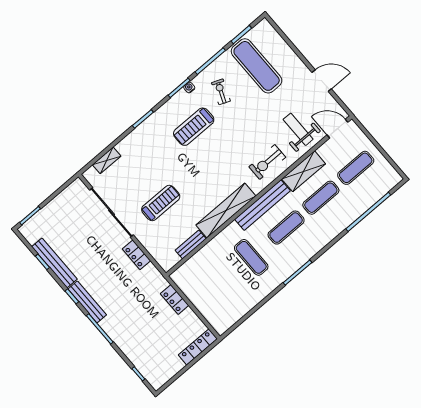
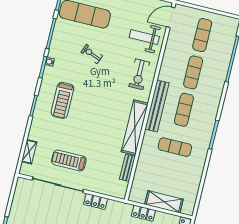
exercise bike: (221, 92) -> (92, 54), moved
treadmill: (194, 127) -> (62, 100), moved
shelving: (304, 171) -> (164, 202), moved, turned 90
treadmill: (161, 203) -> (69, 160), moved, turned -90

